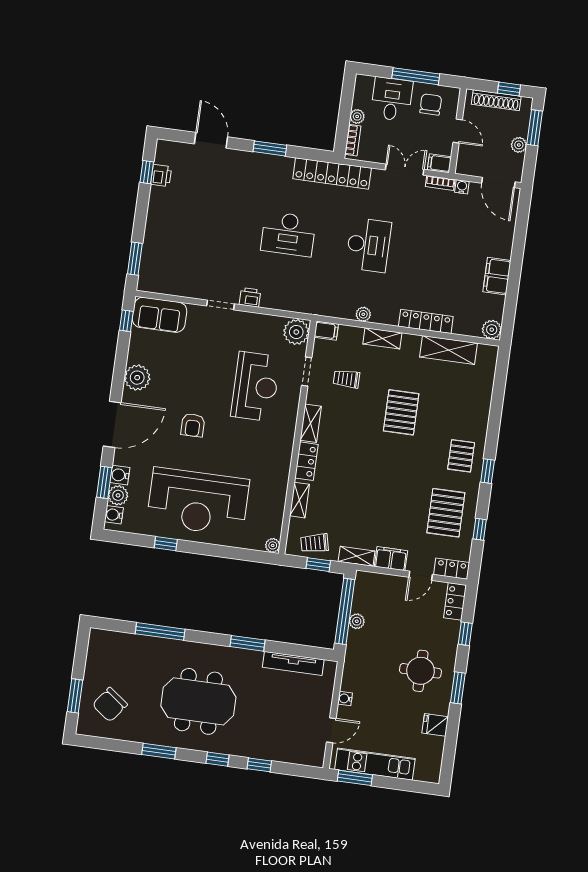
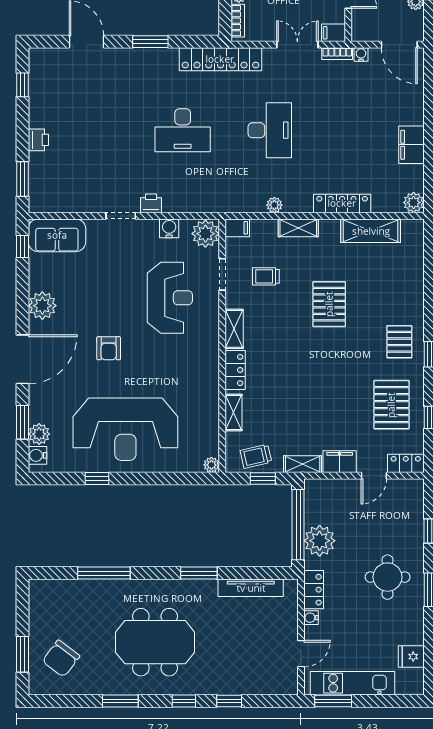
printer: (161, 176) -> (38, 140), moved
water cooler: (120, 475) -> (169, 228), moved, turned 90
locker: (455, 601) -> (314, 590), moved, turned 180
plant: (357, 621) -> (320, 541), width x1.88, depth x1.88
fridge: (435, 725) -> (411, 657), moved

